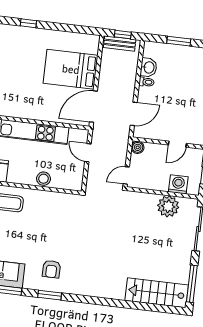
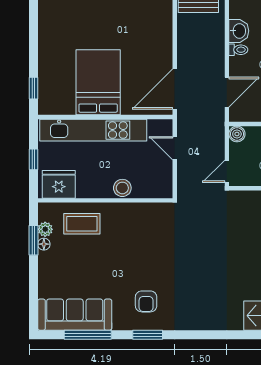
bed: (71, 69) -> (98, 82), moved, turned 90

